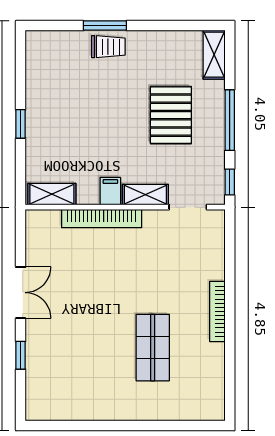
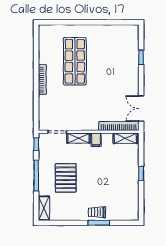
bookcase: (102, 219) -> (119, 126), moved
double door: (21, 293) -> (141, 109), moved
shop shelf: (153, 348) -> (75, 61), width x1.43, depth x1.36

